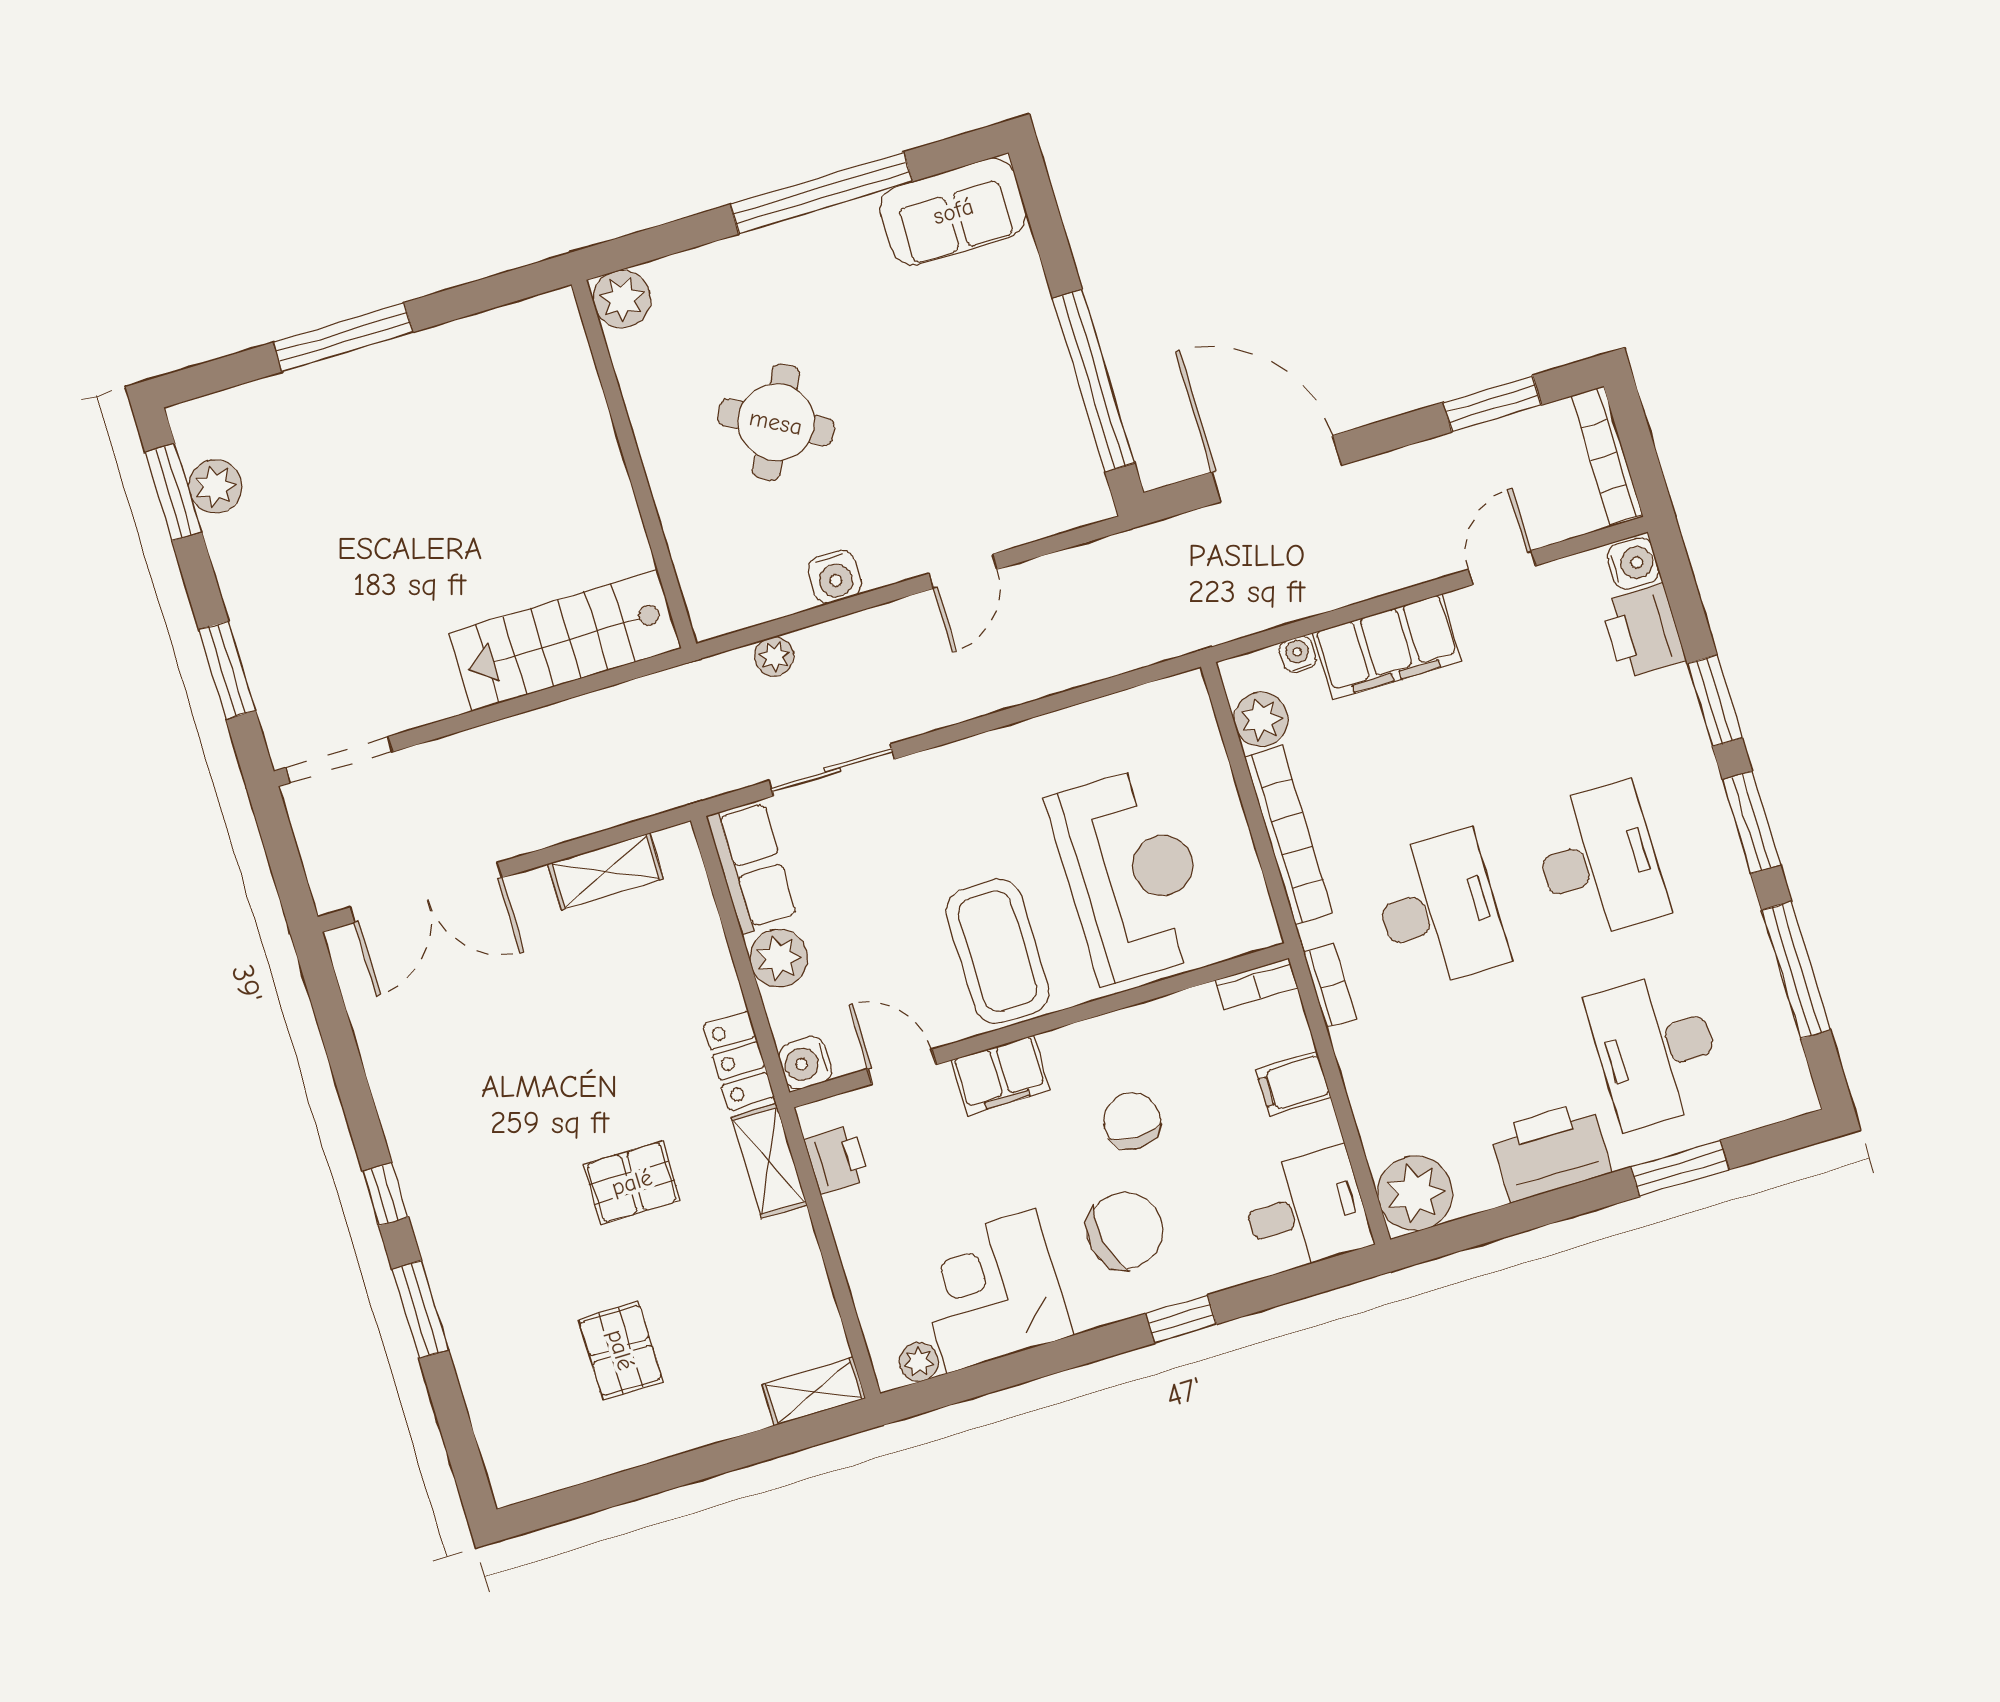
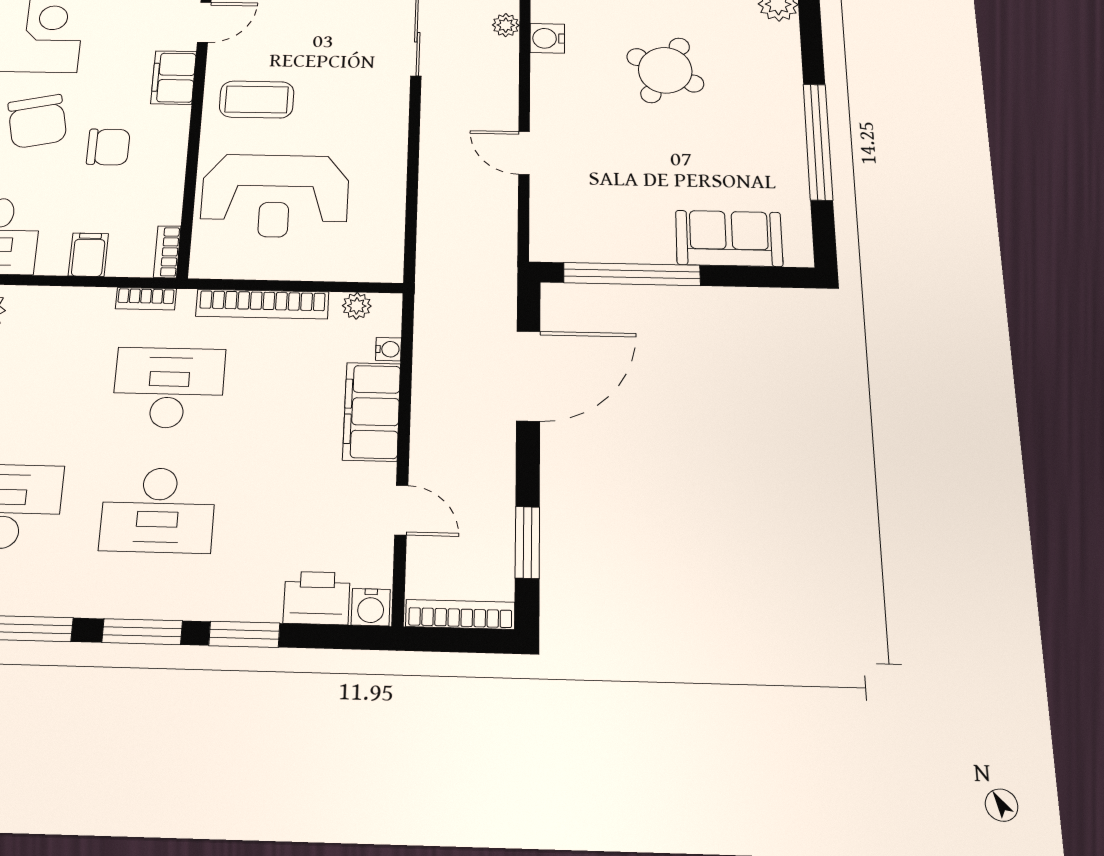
sofa: (953, 211) -> (729, 238), moved, turned 90
water cooler: (835, 577) -> (547, 38), moved
plant: (1261, 719) -> (357, 306), width x0.73, depth x0.73
desk: (1439, 910) -> (169, 388), turned 180
coffee table: (997, 951) -> (257, 100), width x0.73, depth x0.76

